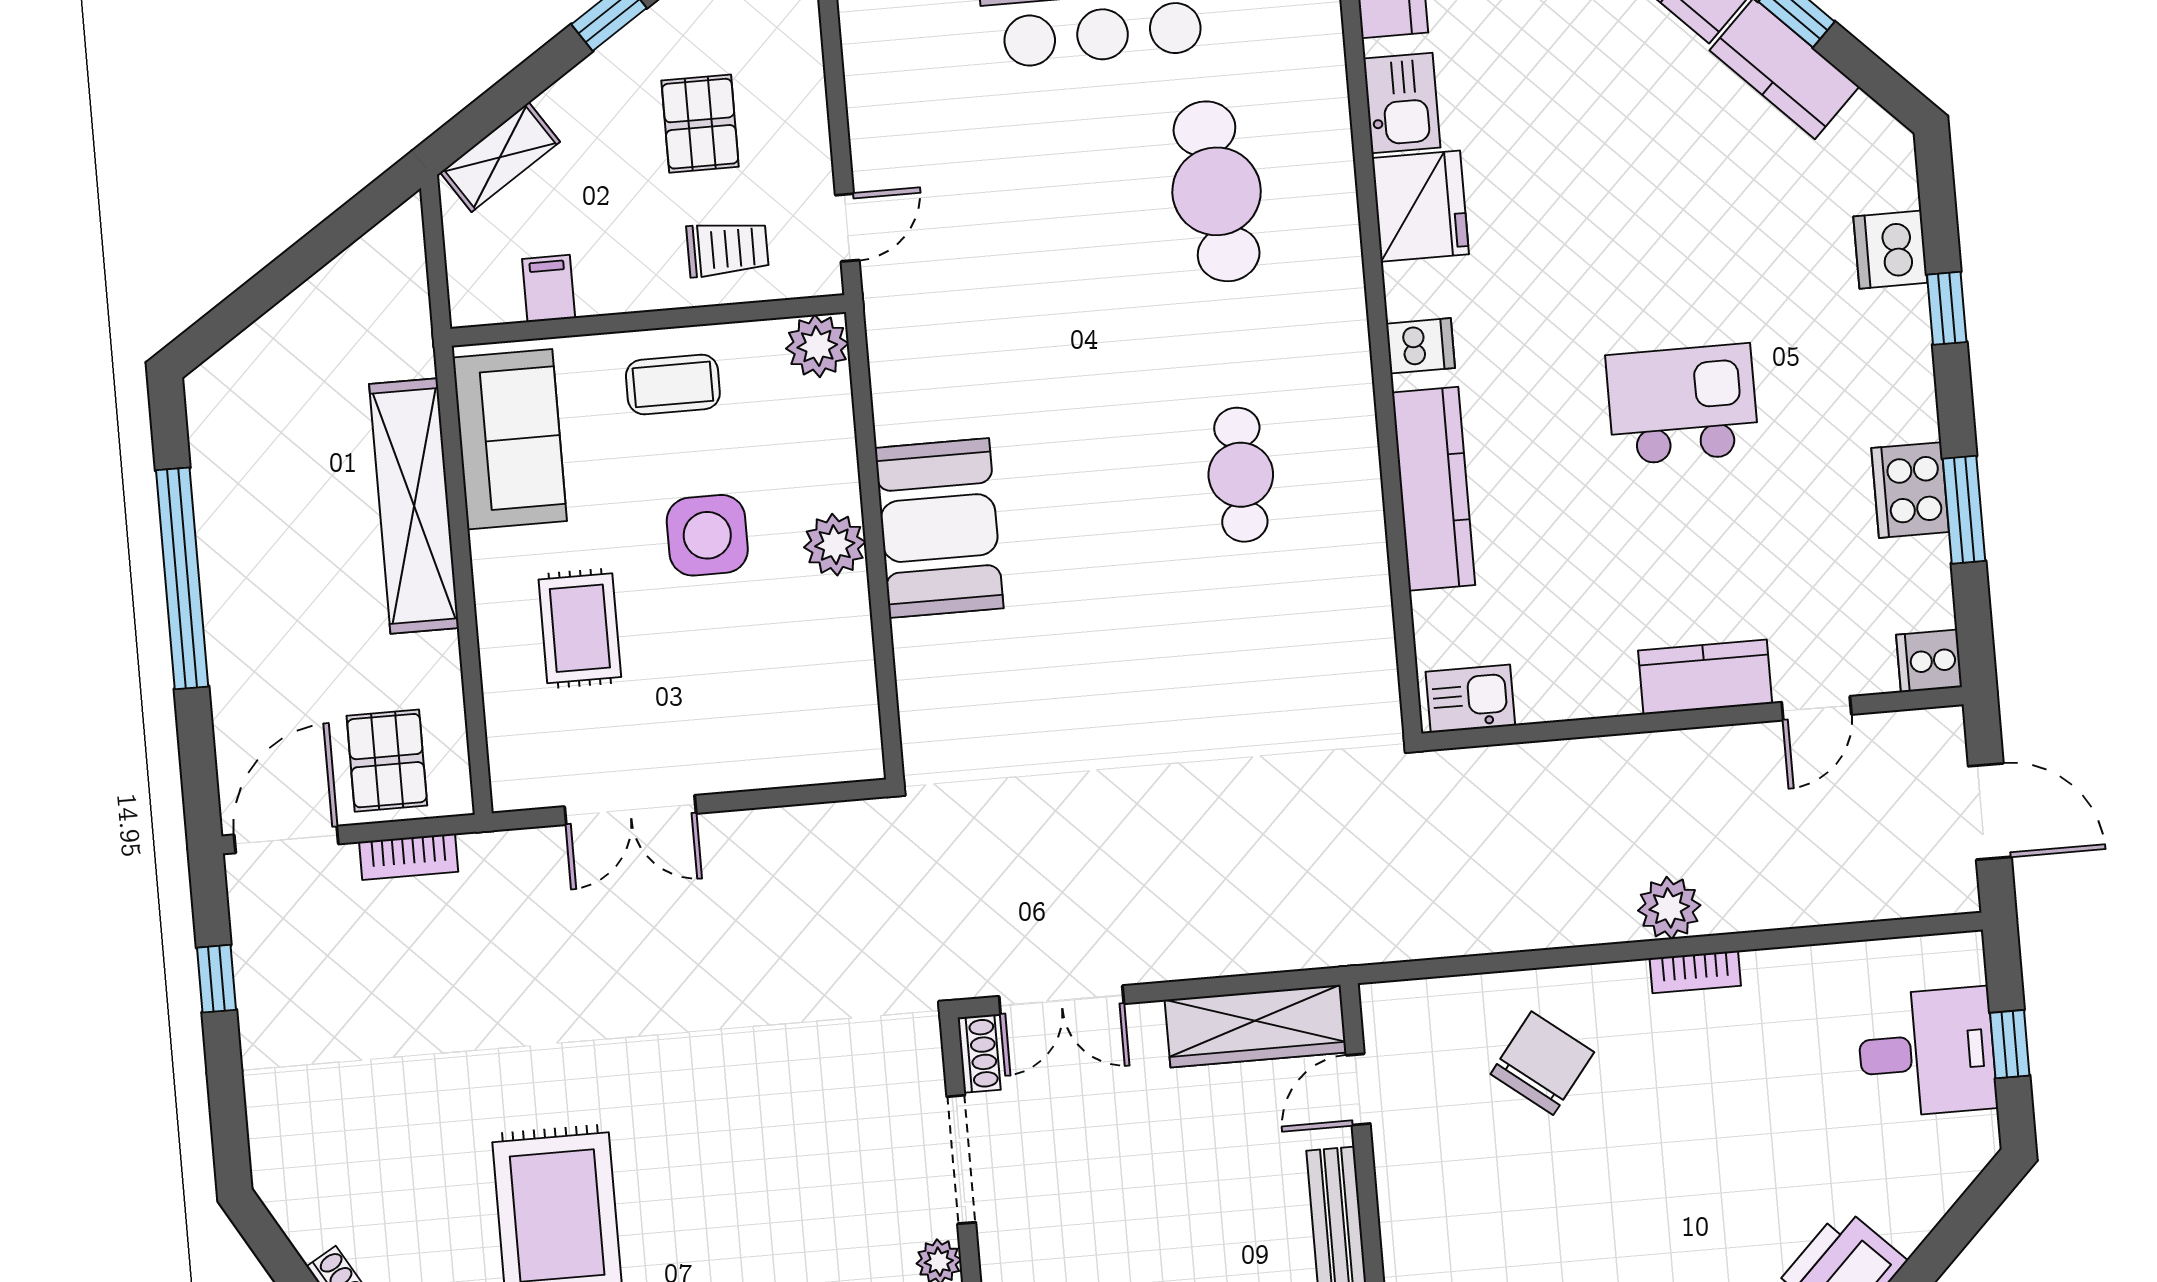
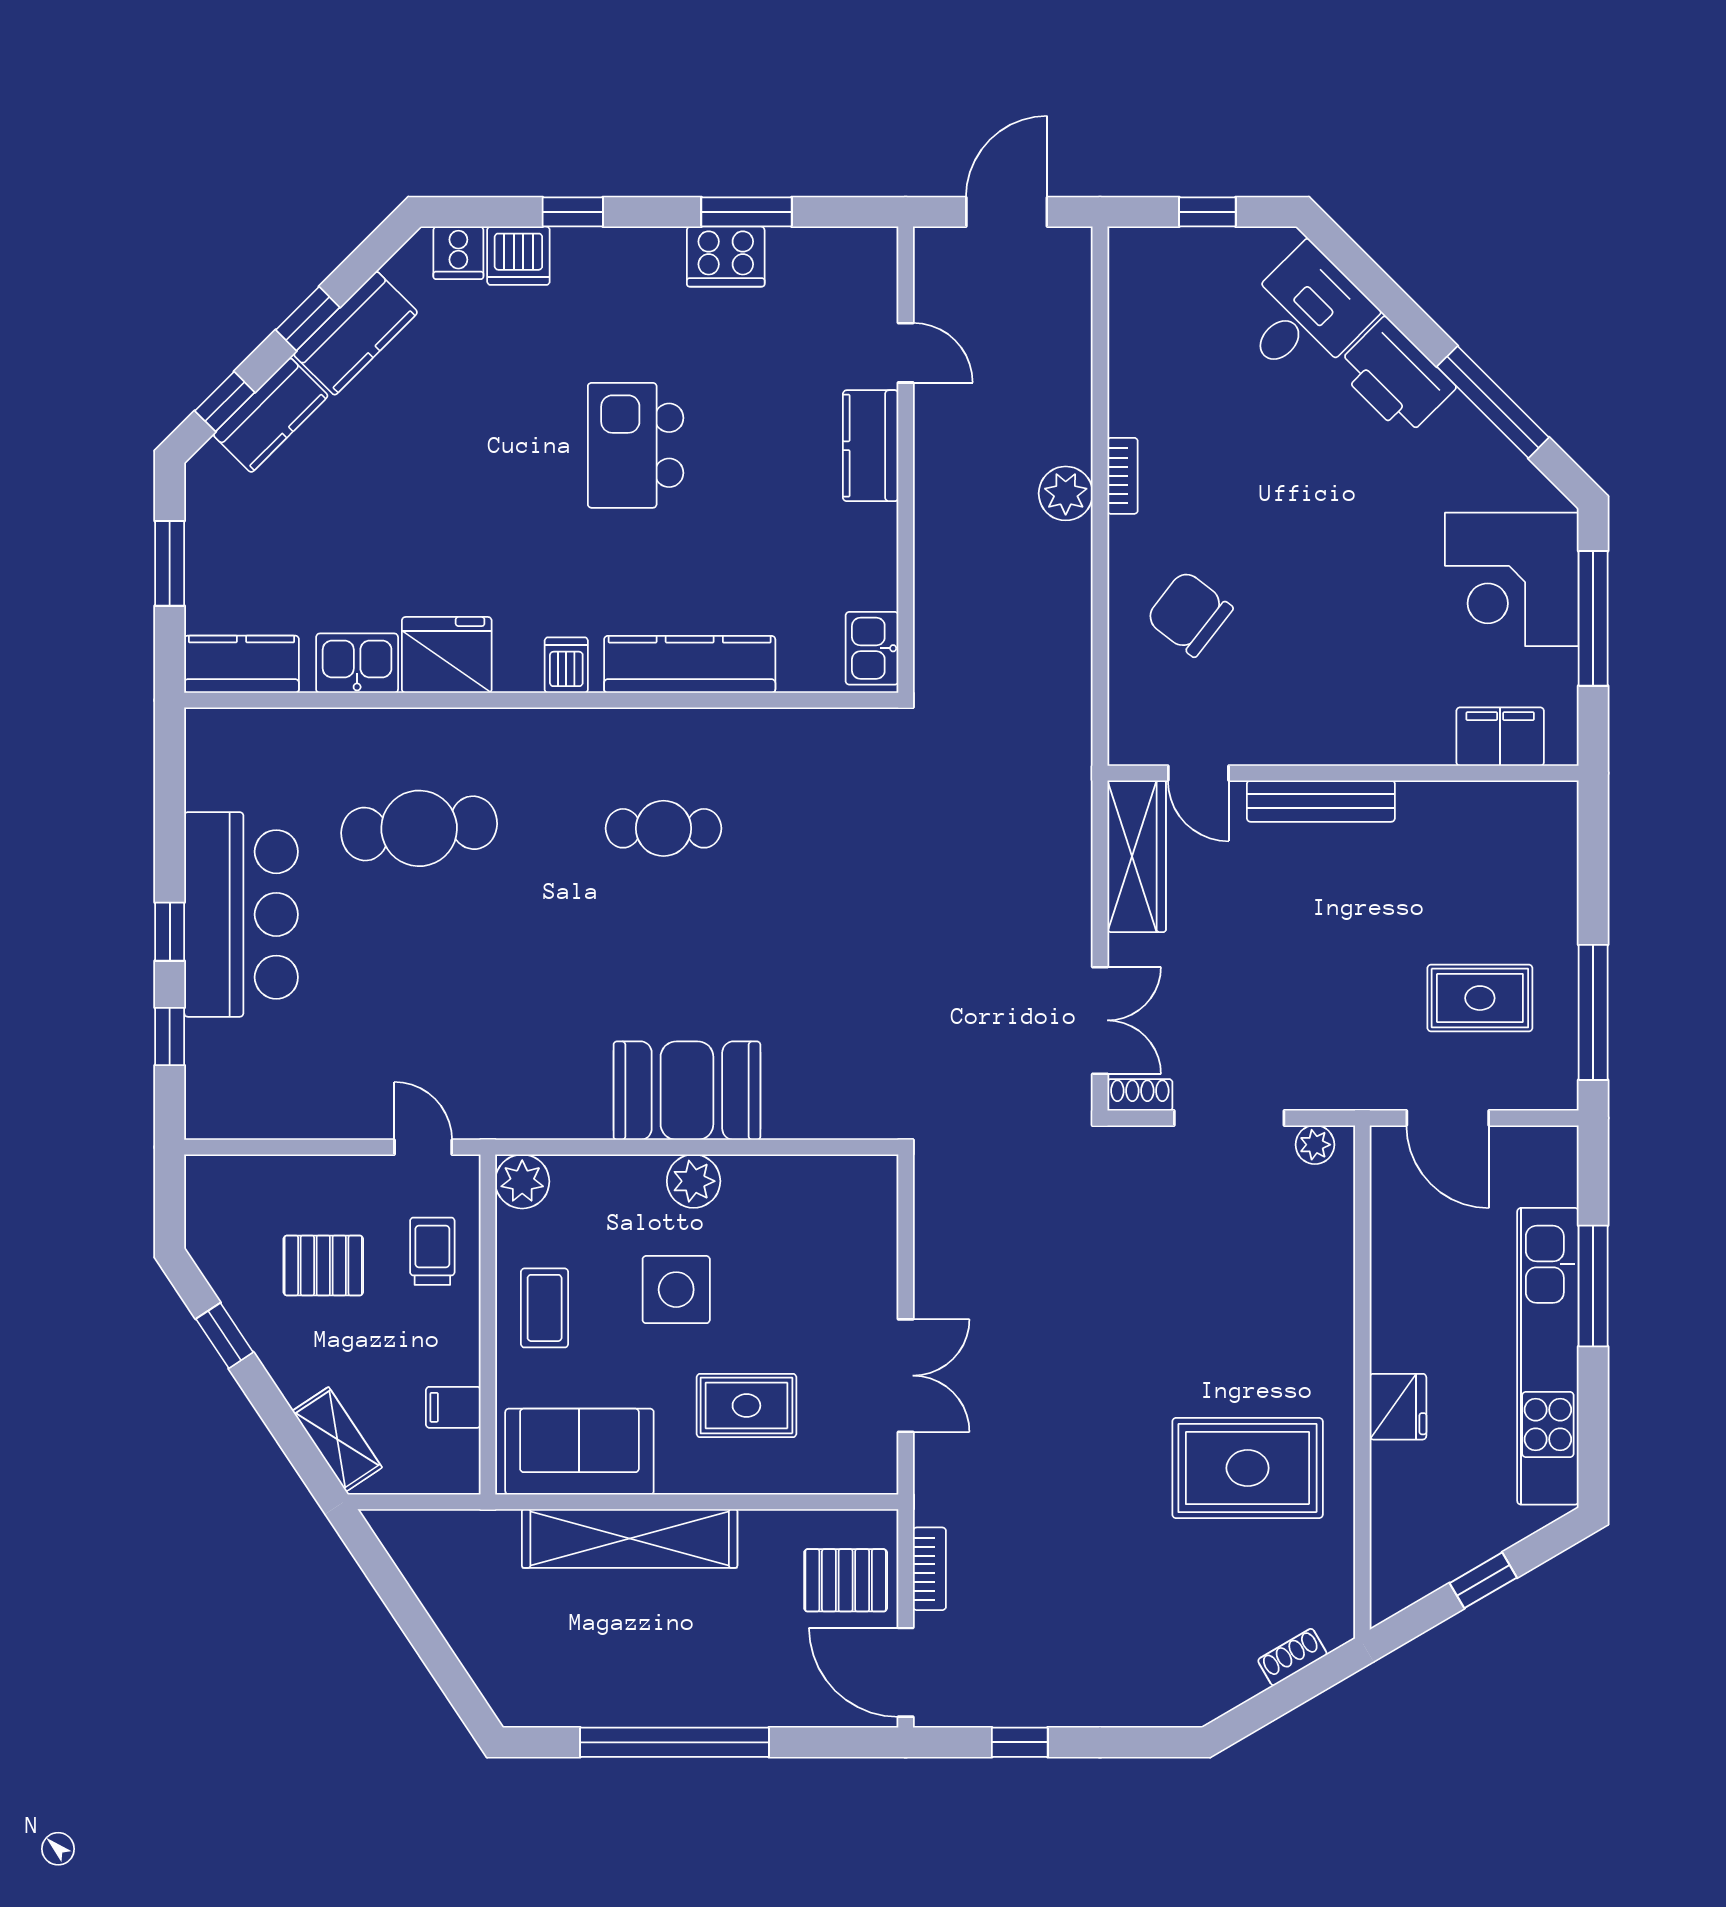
cooker: (1929, 661) -> (458, 253), moved
desk: (1927, 1052) -> (1305, 315), moved, turned 45

